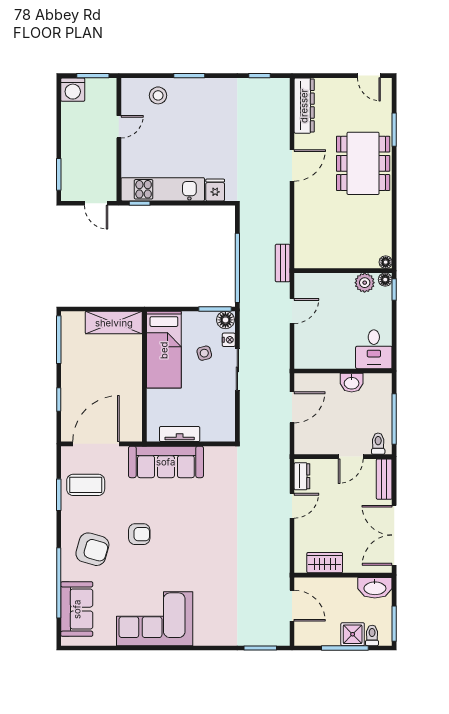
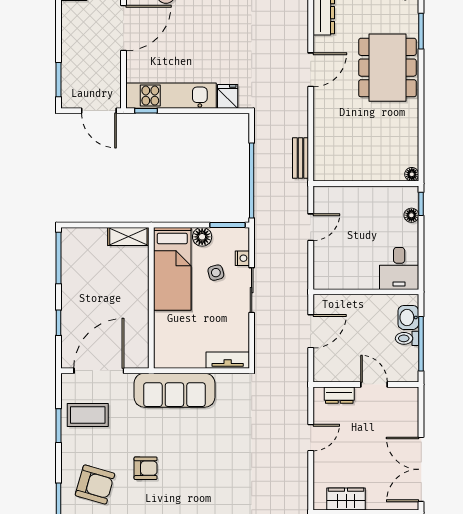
door: (119, 127) -> (124, 28), width x1.87
door: (96, 203) -> (99, 111), width x1.38
bench: (283, 263) -> (301, 158), moved
floor lamp: (385, 280) -> (411, 215), moved
plant: (365, 283) -> (389, 196), removed
floor lamp: (225, 320) -> (202, 237), moved
shelving: (114, 323) -> (128, 236), width x0.67, depth x0.75
washbasin: (352, 383) -> (408, 317), moved, turned 90
tv unit: (180, 434) -> (228, 360), moved
toilet: (378, 444) -> (407, 338), moved, turned -90
door: (351, 457) -> (374, 384), swing flipped
dresser: (302, 476) -> (339, 395), moved, turned 90
bench: (384, 479) -> (410, 409), removed

